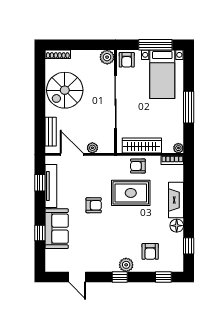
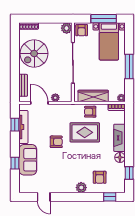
window: (120, 277) -> (76, 197), removed

